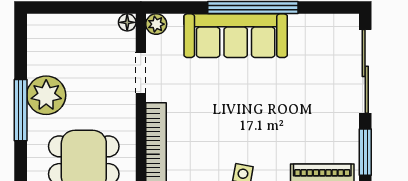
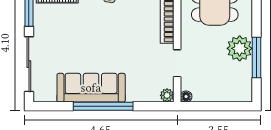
sofa: (236, 36) -> (91, 88), moved
window: (21, 110) -> (256, 57), moved

